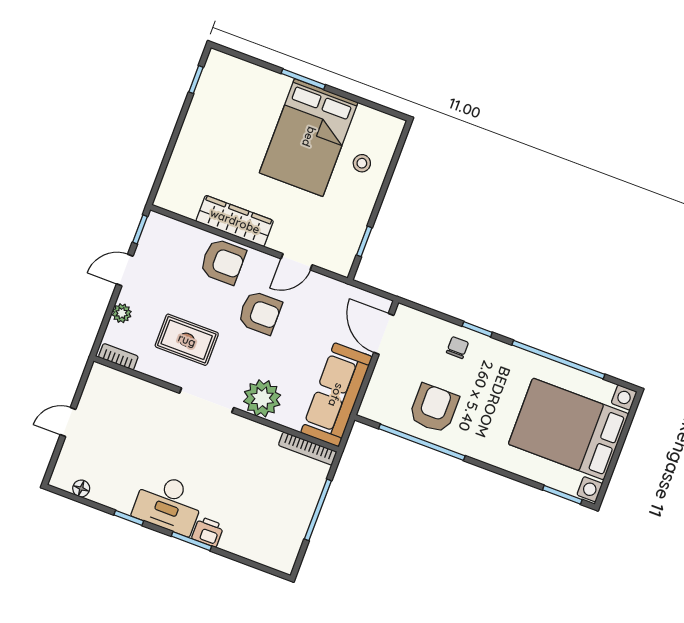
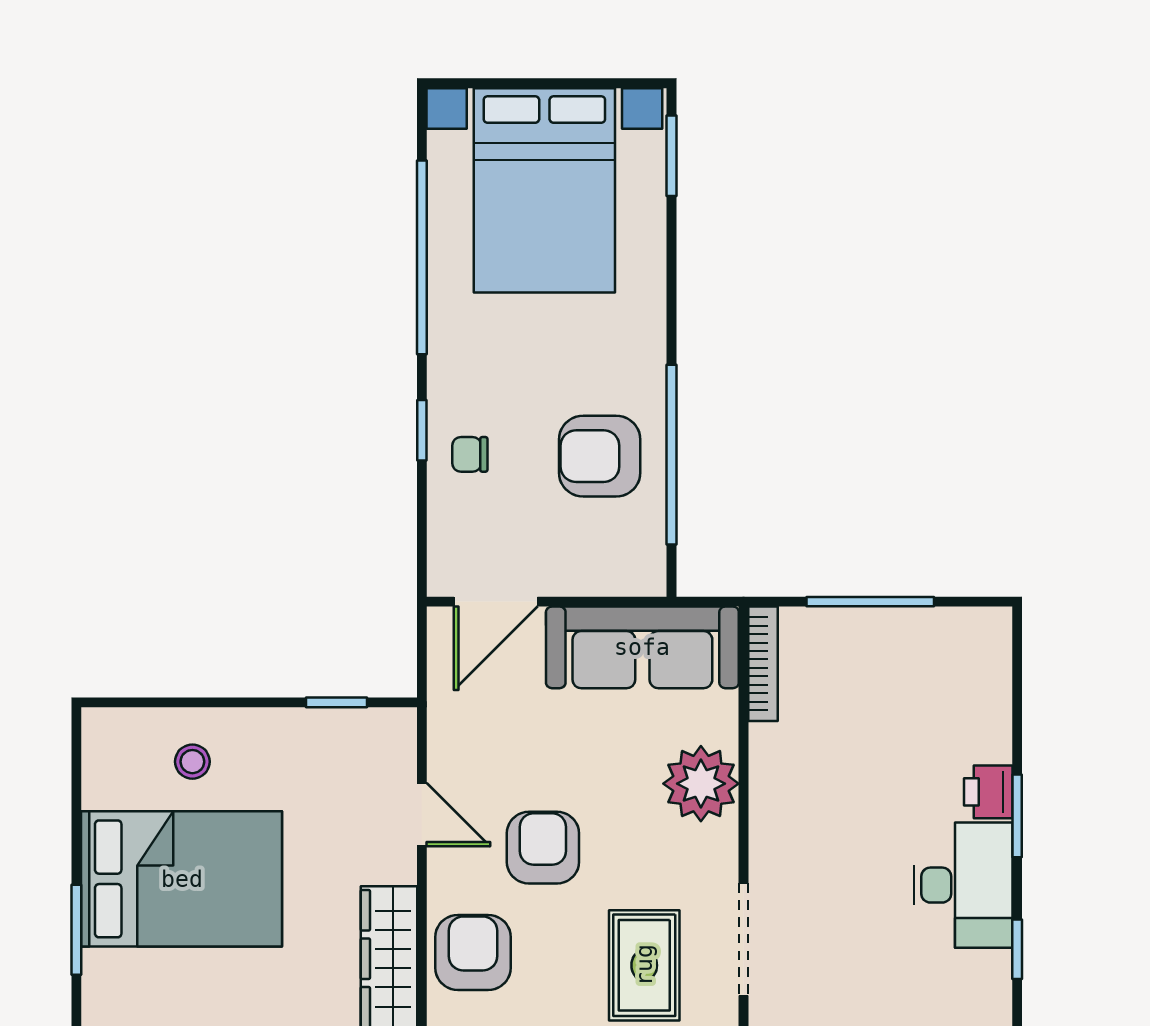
doorway: (207, 400) -> (744, 939), moved

